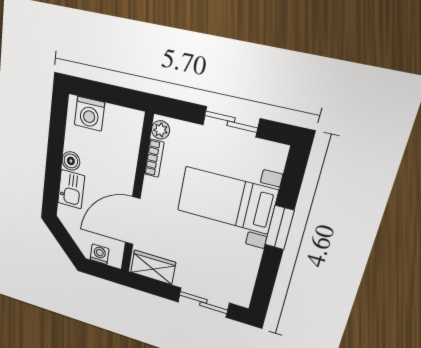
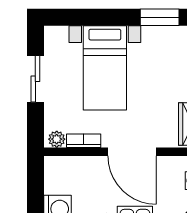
door: (133, 221) -> (132, 152), moved
window: (279, 228) -> (160, 17), moved

